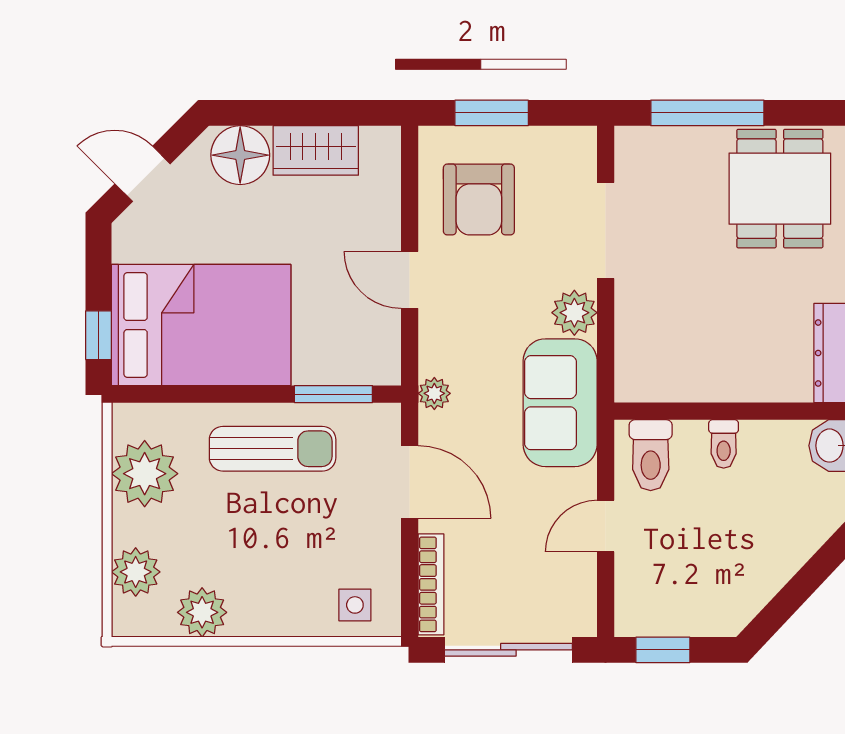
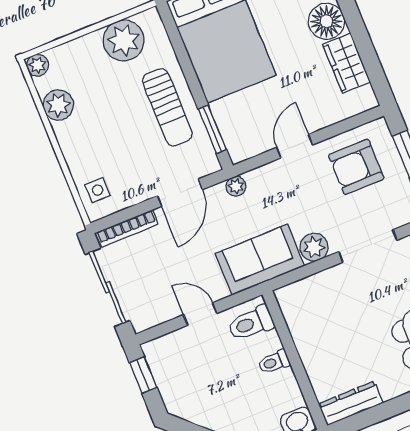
plant: (136, 572) -> (38, 65), moved, width x0.73, depth x0.73

